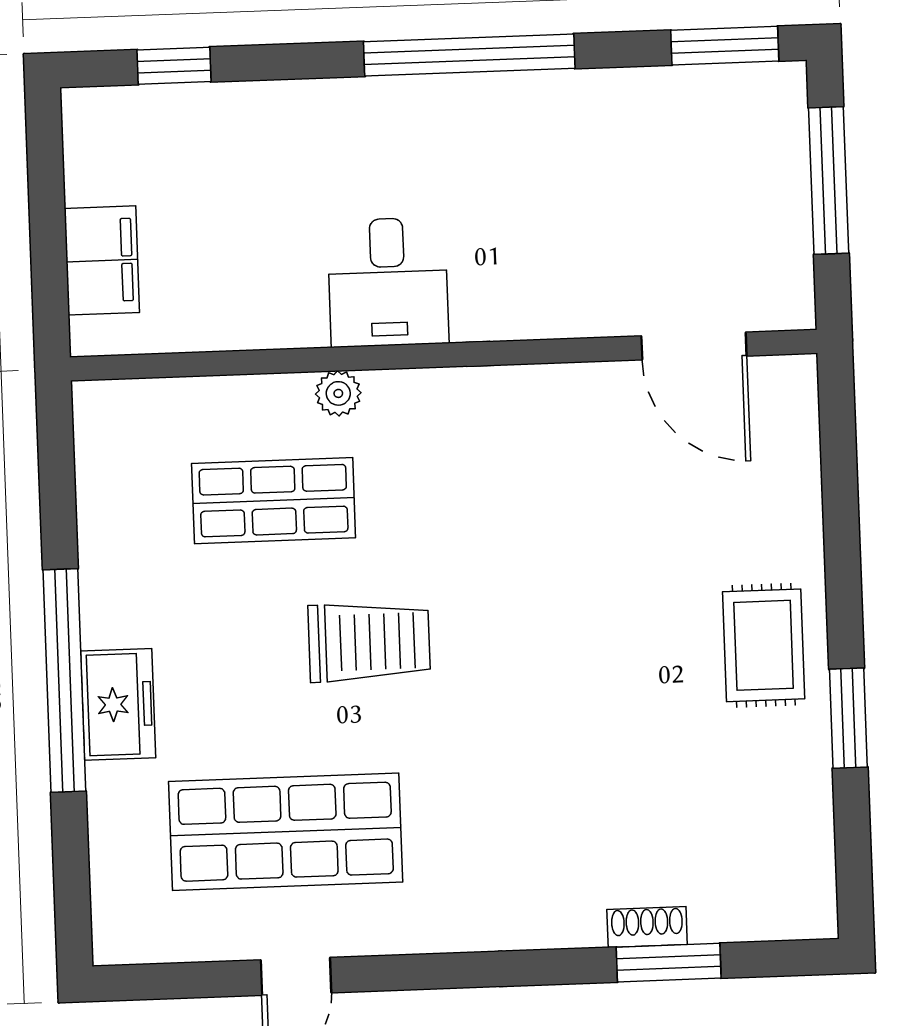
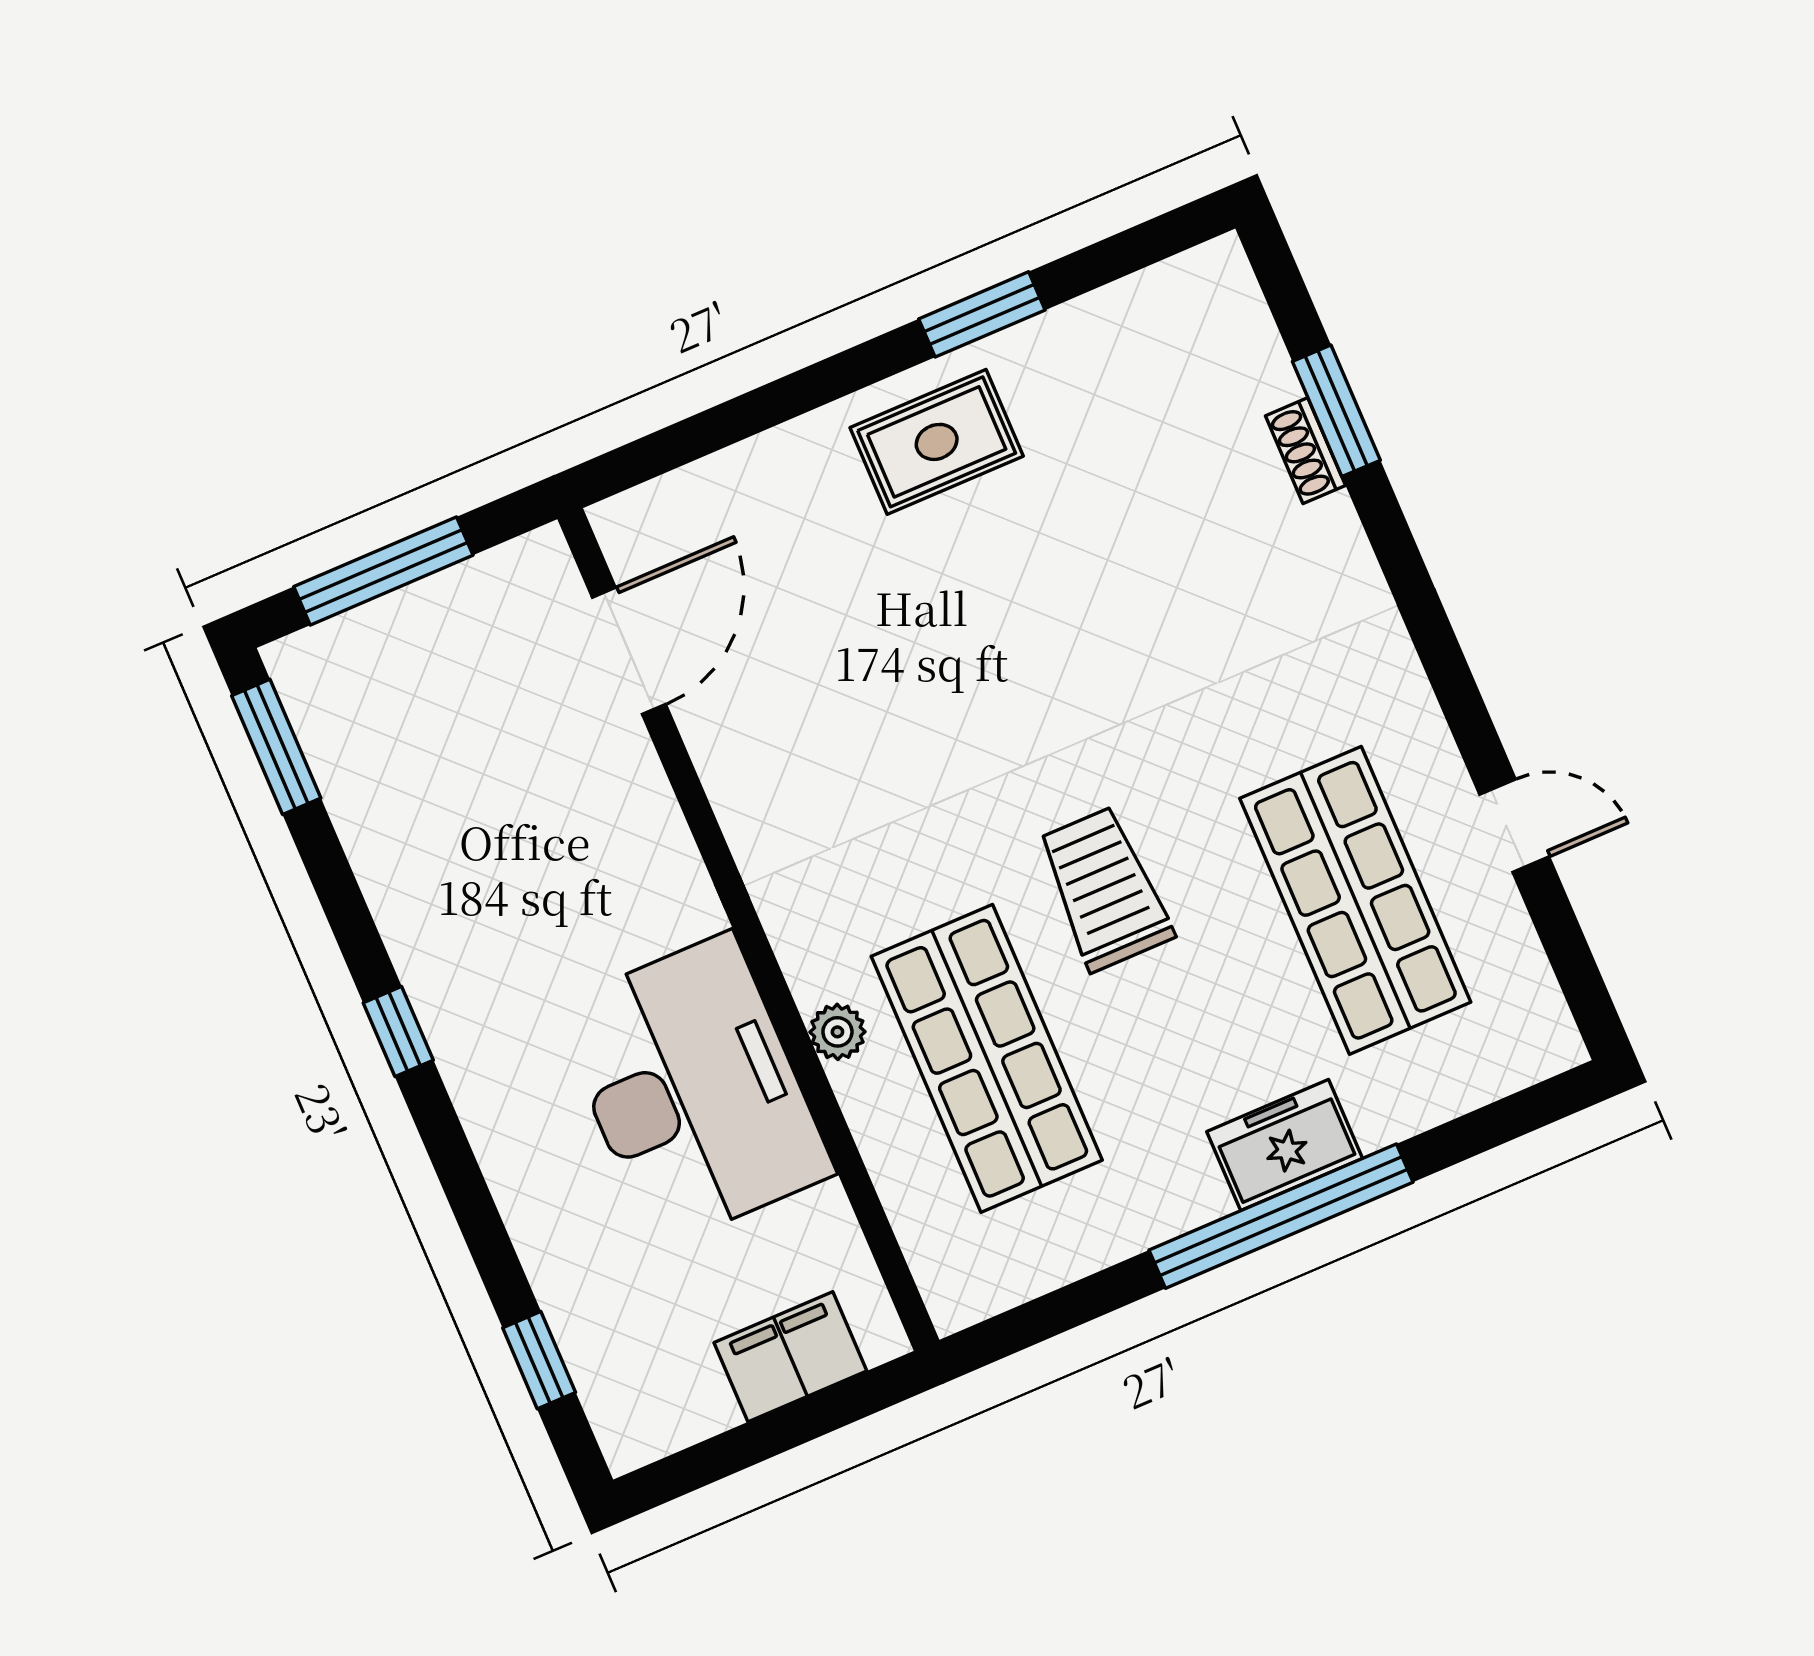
window: (469, 55) -> (398, 1031), width x0.32
desk: (388, 282) -> (693, 1090), width x1.87, depth x1.30
shop shelf: (274, 501) -> (987, 1058), width x1.43, depth x1.36

